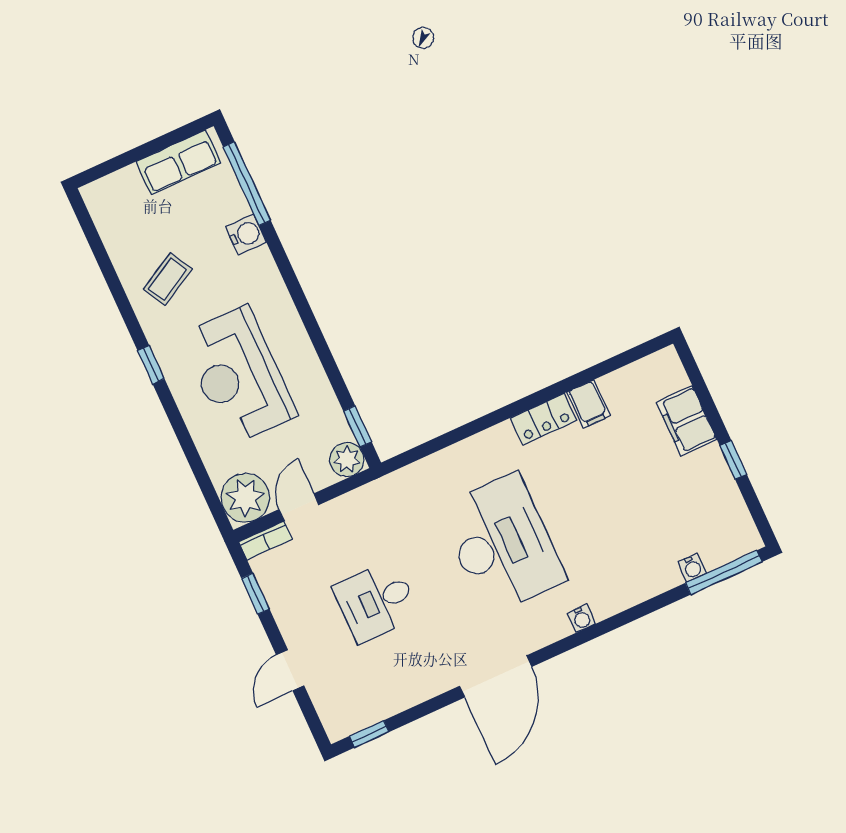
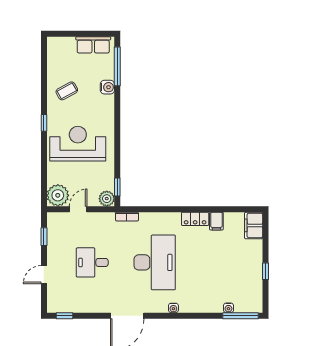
reception desk: (238, 375) -> (78, 144), turned 90
filing cabinet: (687, 421) -> (254, 225), moved
bookcase: (265, 540) -> (127, 217), moved

